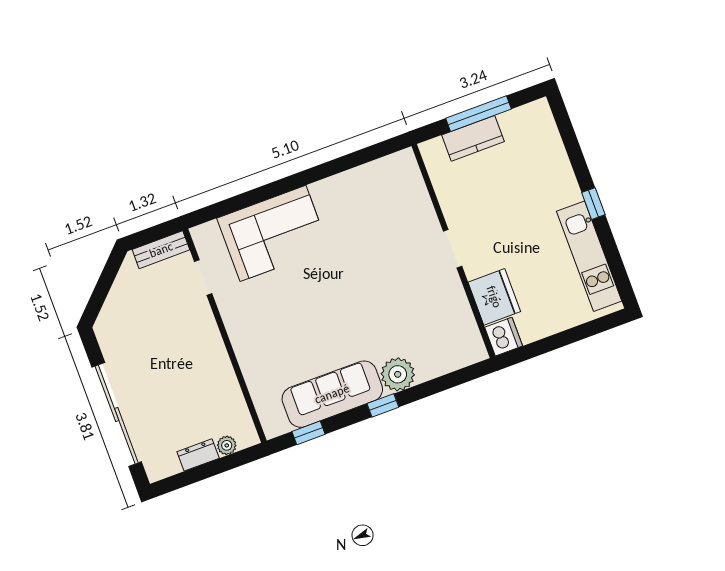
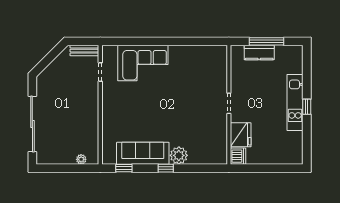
kitchen unit: (589, 256) -> (295, 102), moved
dresser: (198, 455) -> (65, 159), removed

